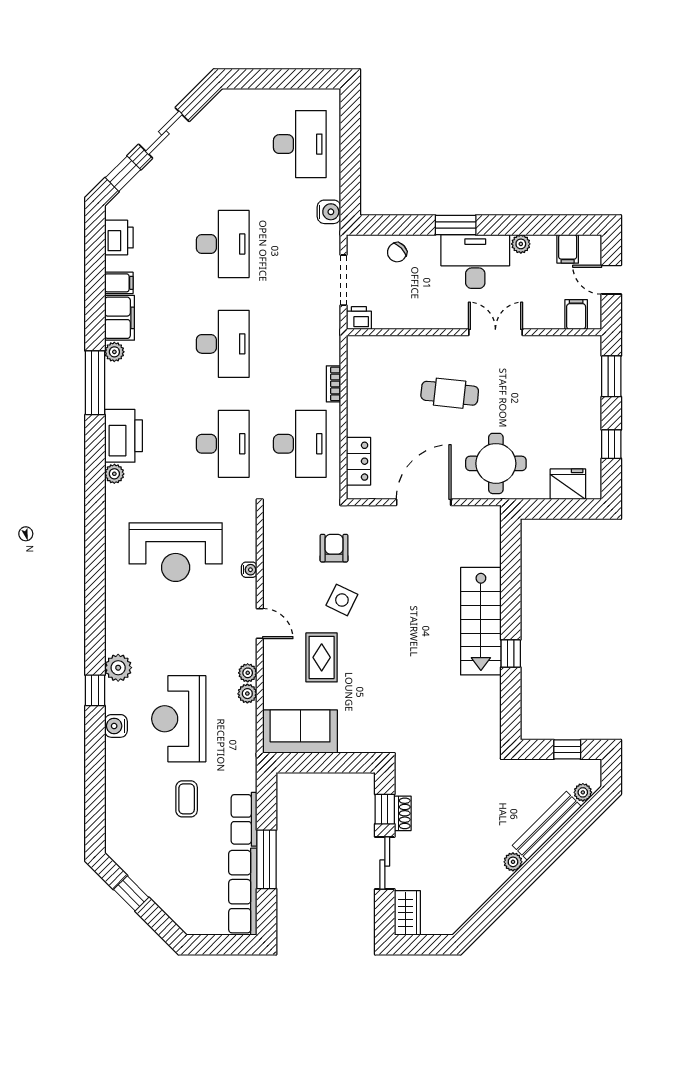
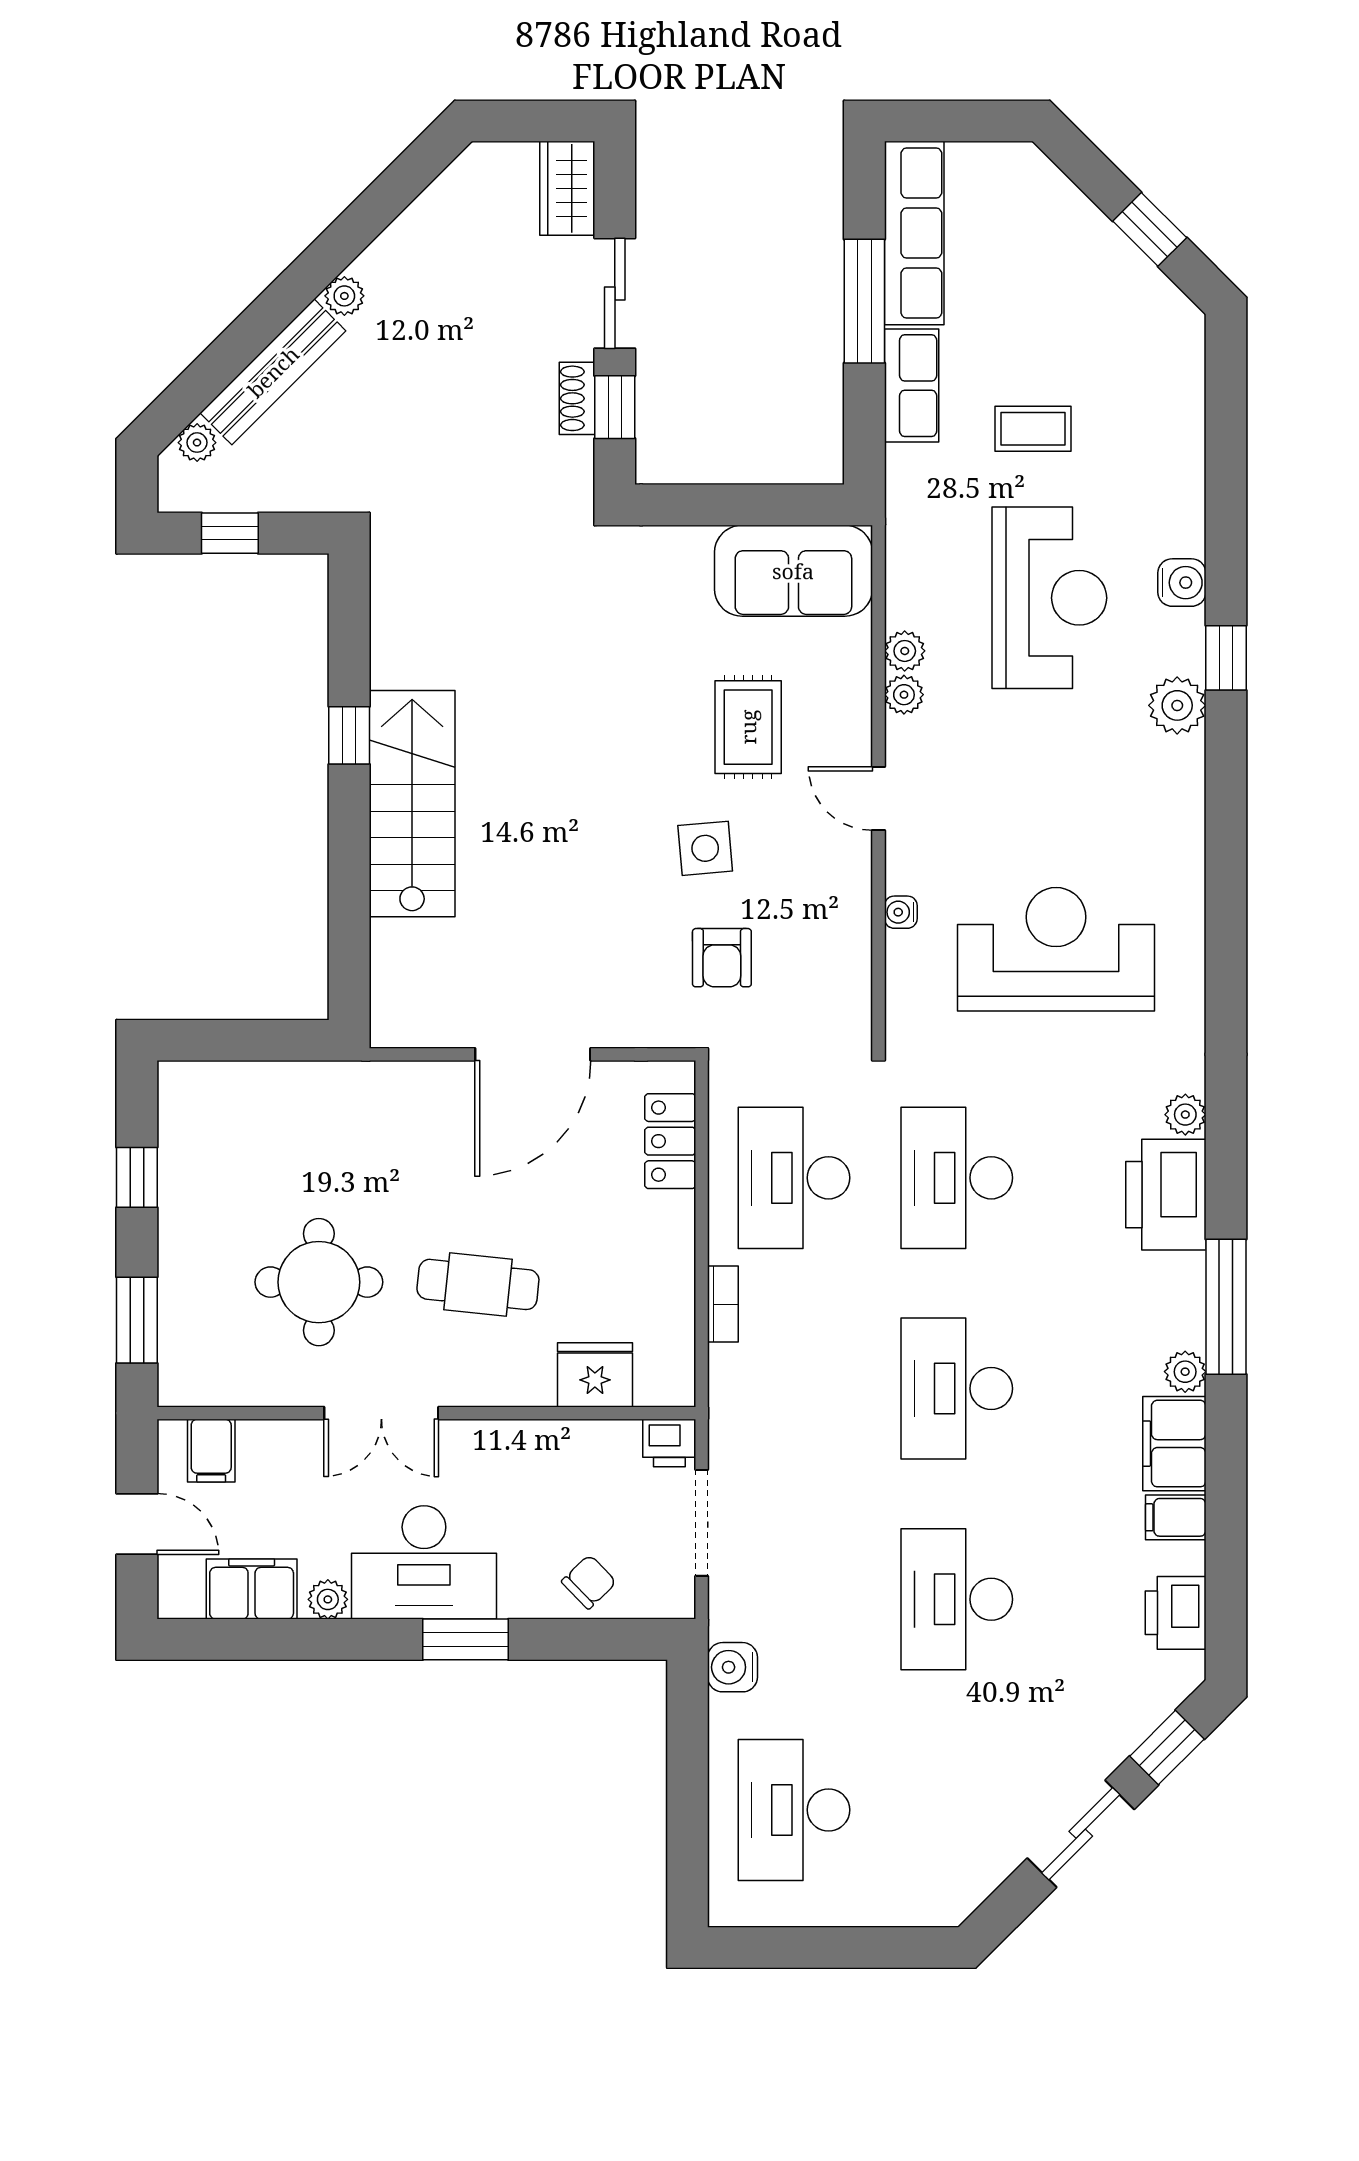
filing cabinet: (568, 249) -> (252, 1589), width x2.00
round table: (496, 463) -> (319, 1282), moved
fridge: (568, 484) -> (595, 1375), moved, turned 180
side table: (342, 600) -> (705, 848), turned -31
coffee table: (187, 799) -> (1033, 429), turned 90

